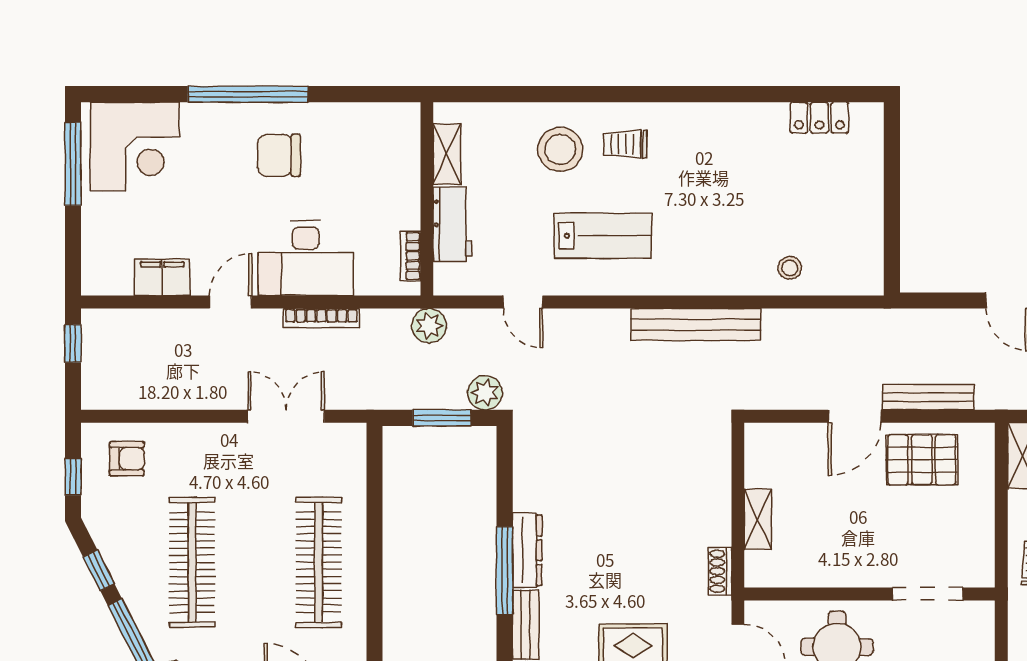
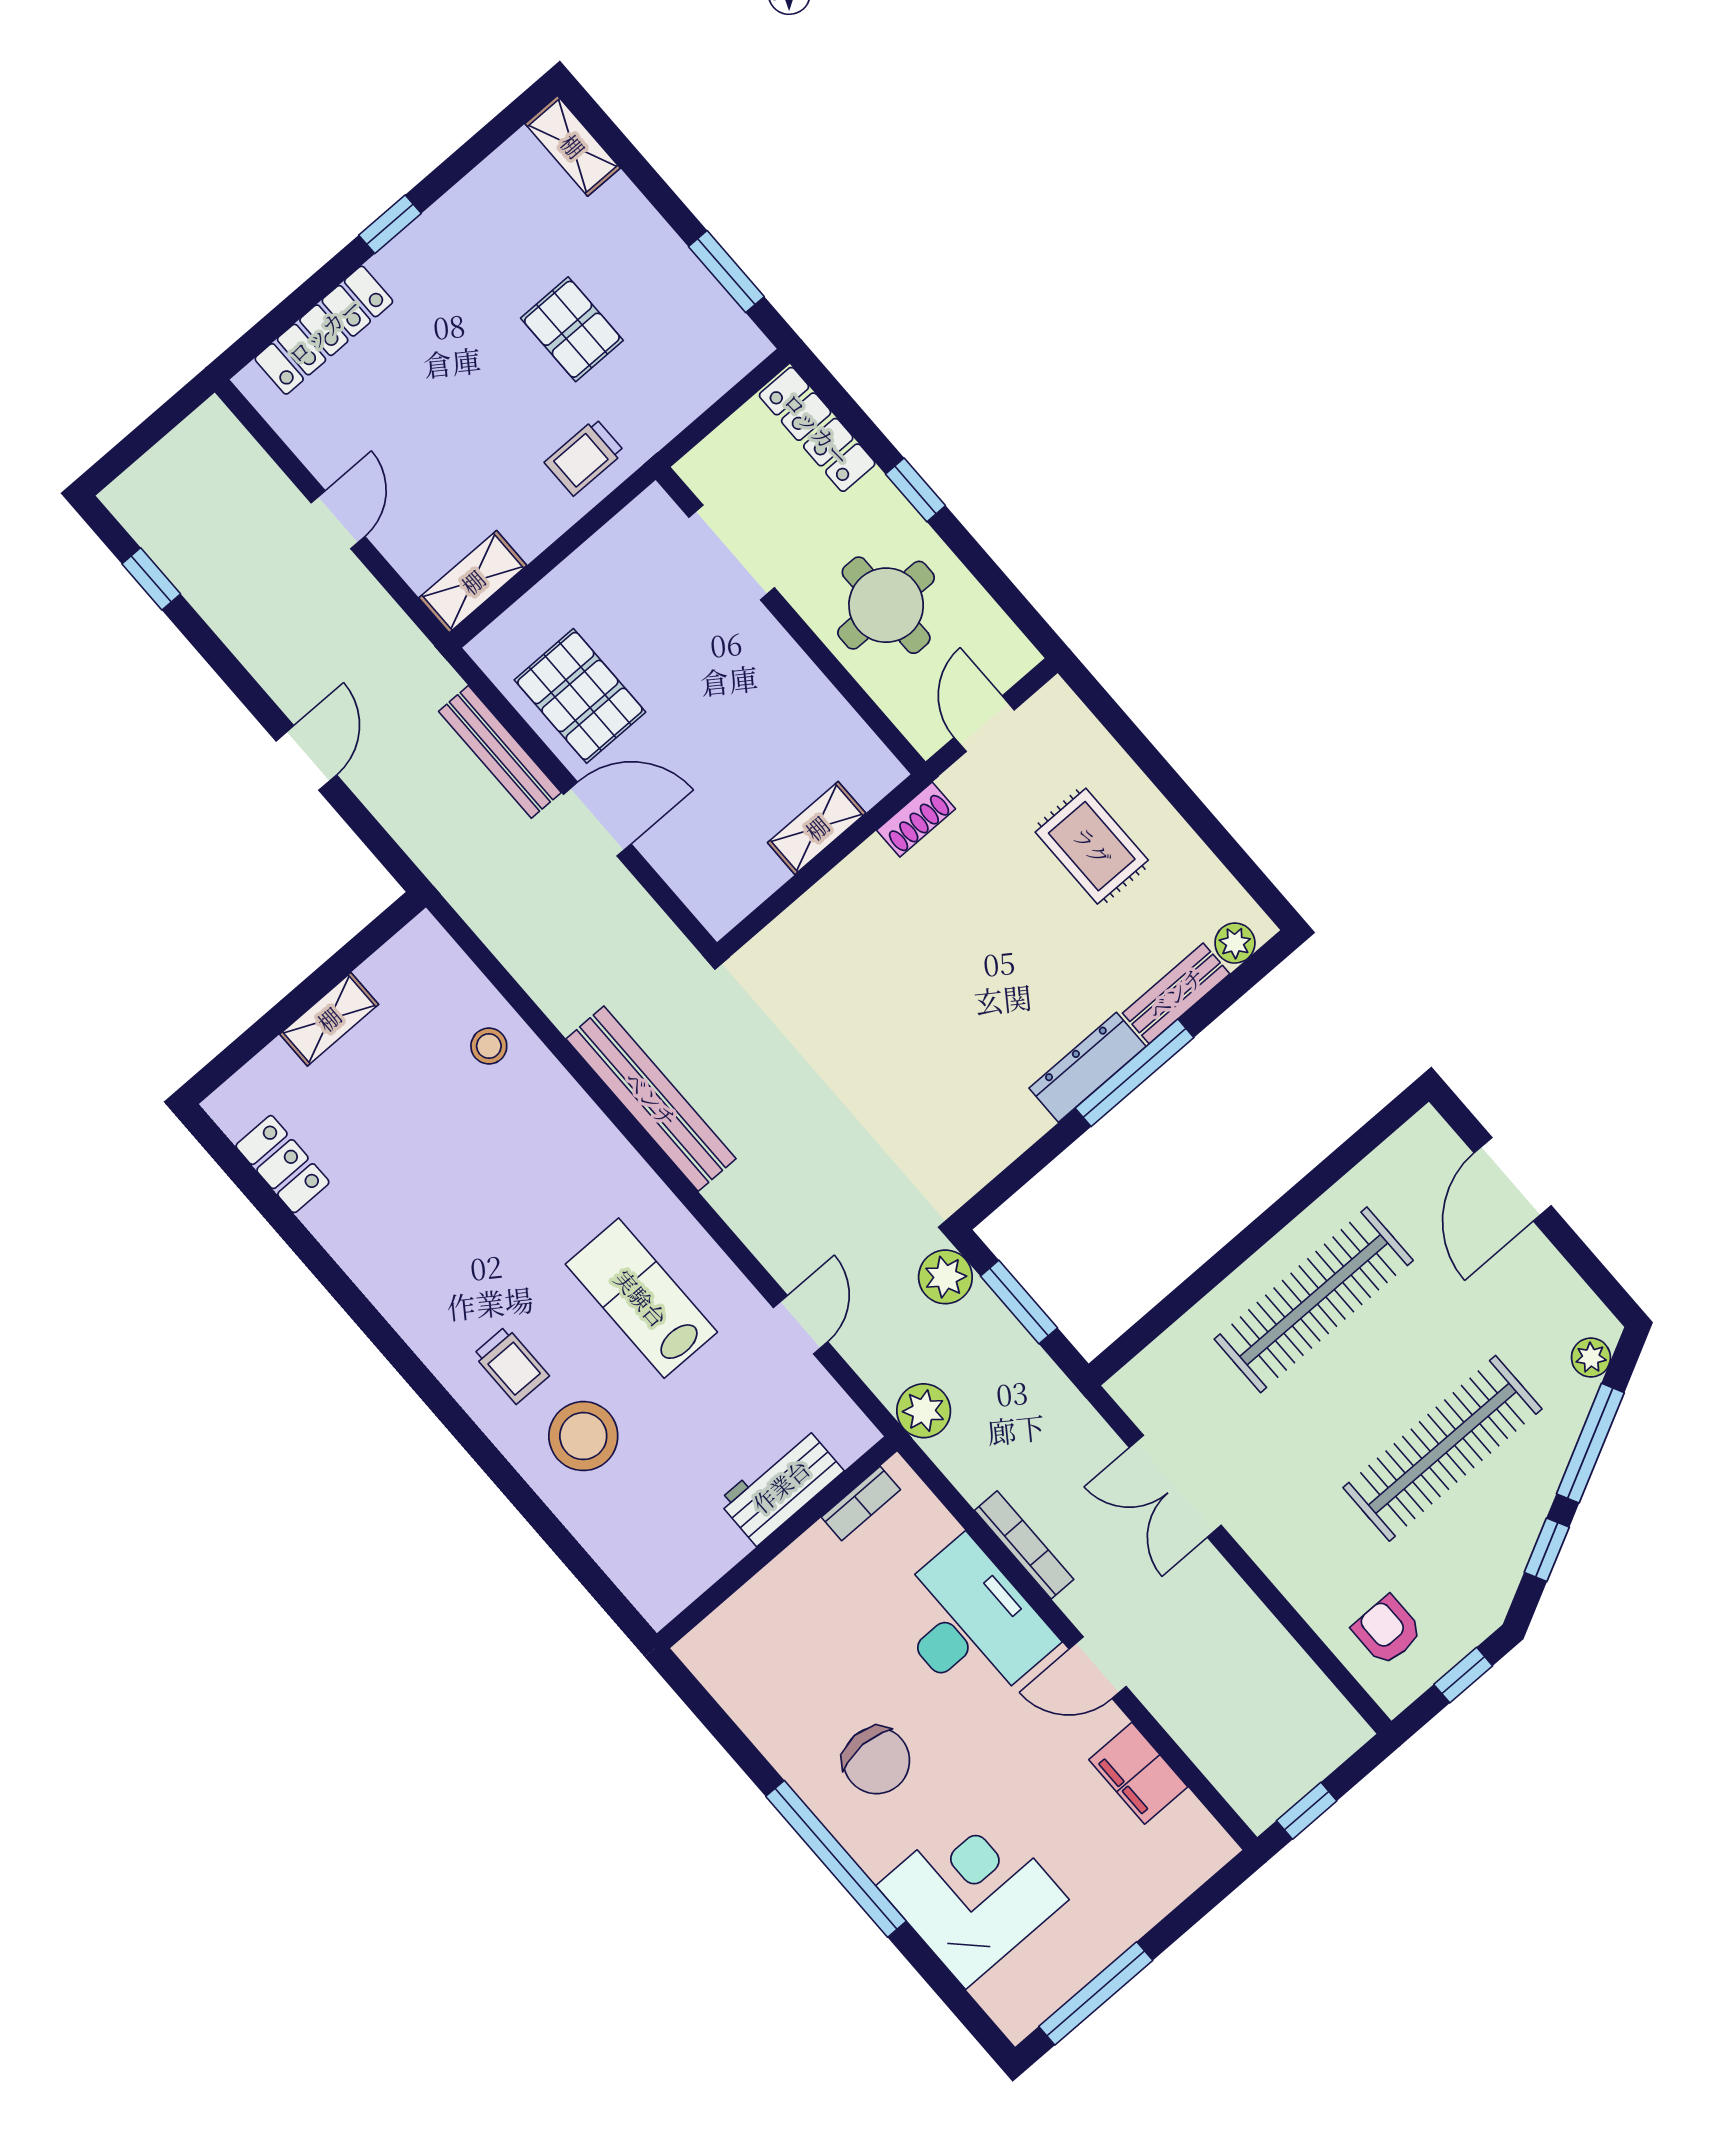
corner desk: (135, 146) -> (973, 1893), moved
shelving: (447, 154) -> (329, 1019), moved

